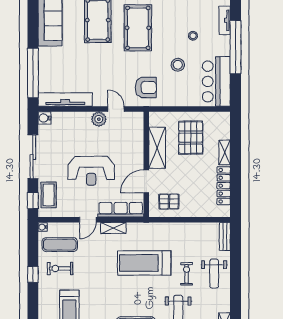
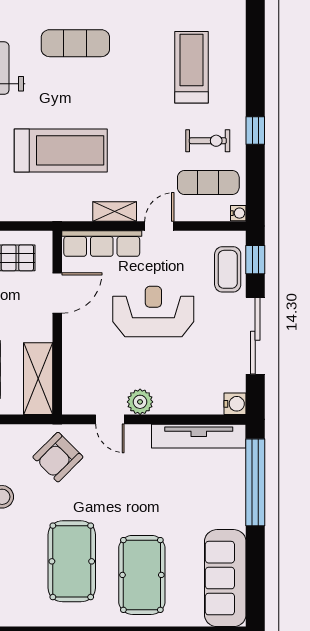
armchair: (146, 87) -> (58, 457), turned -45
shelving: (157, 148) -> (38, 379), moved

